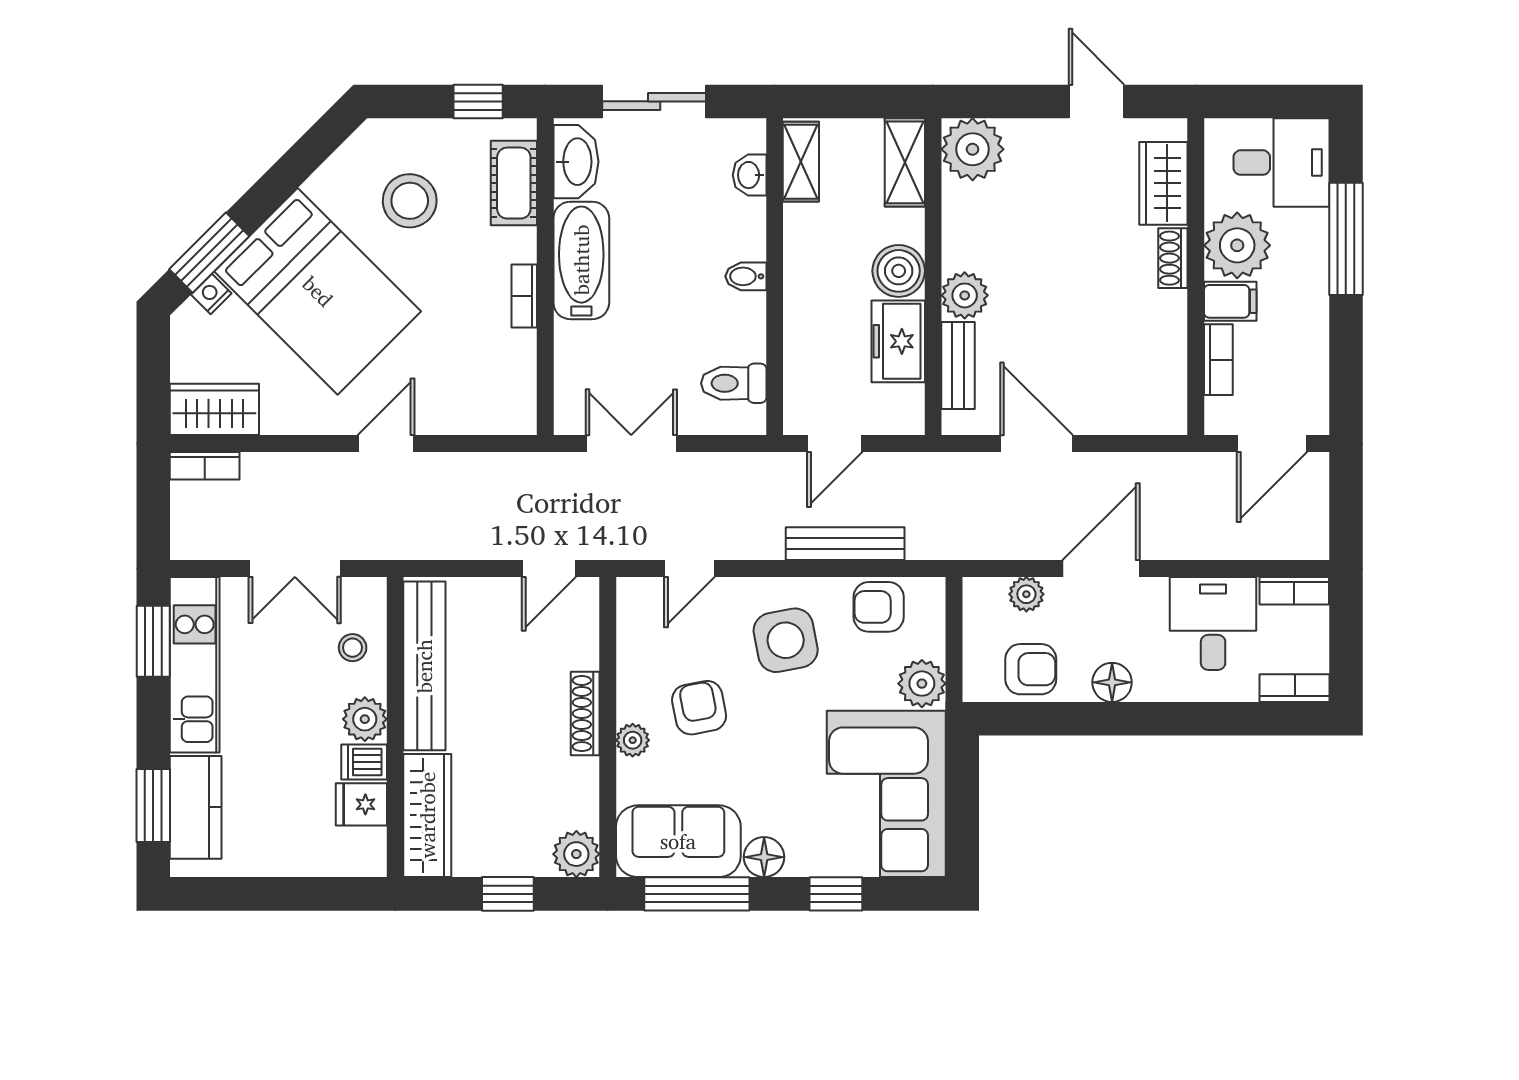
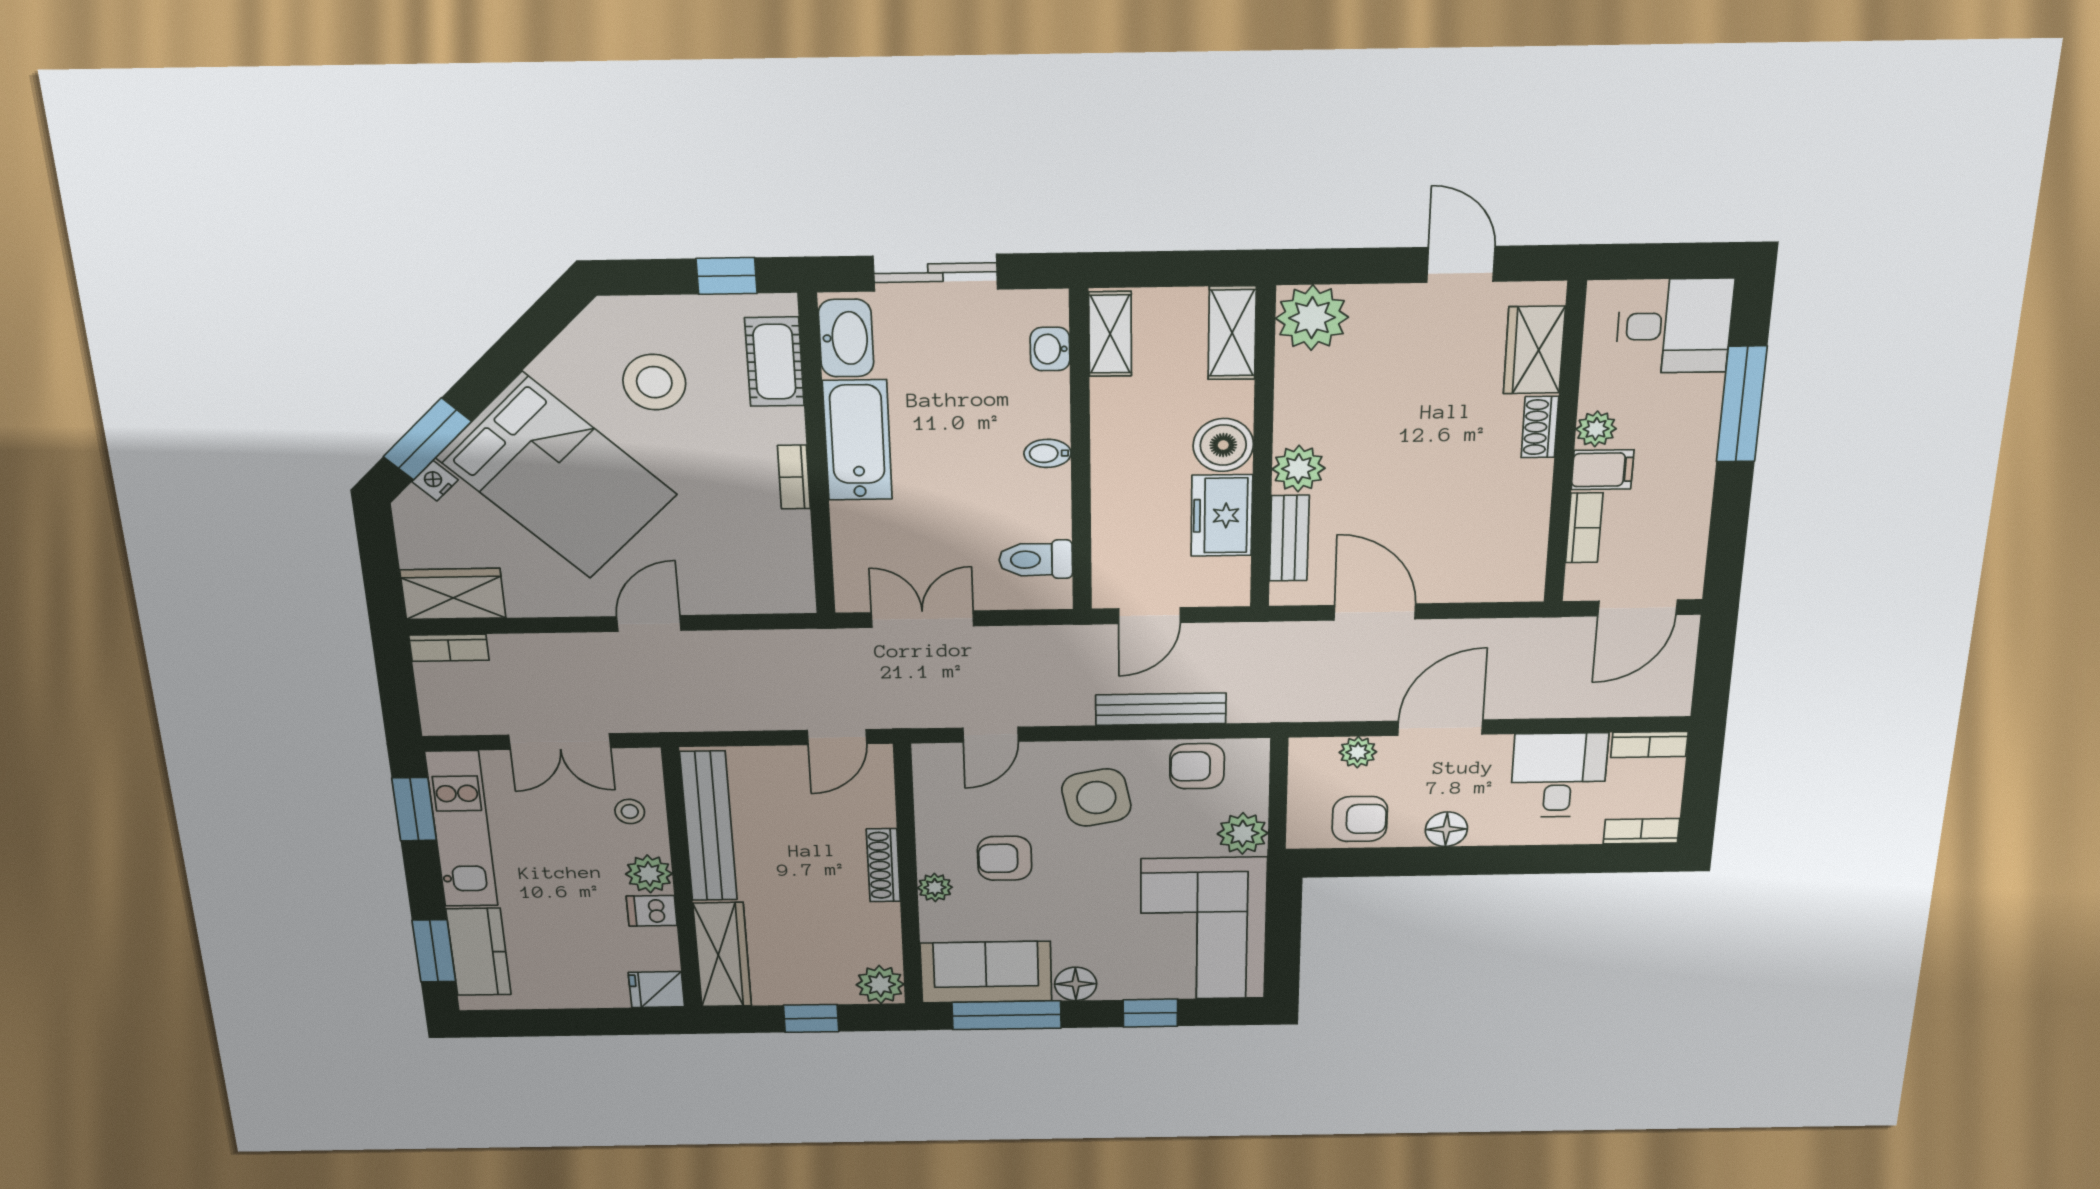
plant: (1237, 245) -> (1596, 429), width x0.53, depth x0.53
armchair: (699, 708) -> (1005, 858), turned -79
fridge: (361, 804) -> (656, 990), moved

